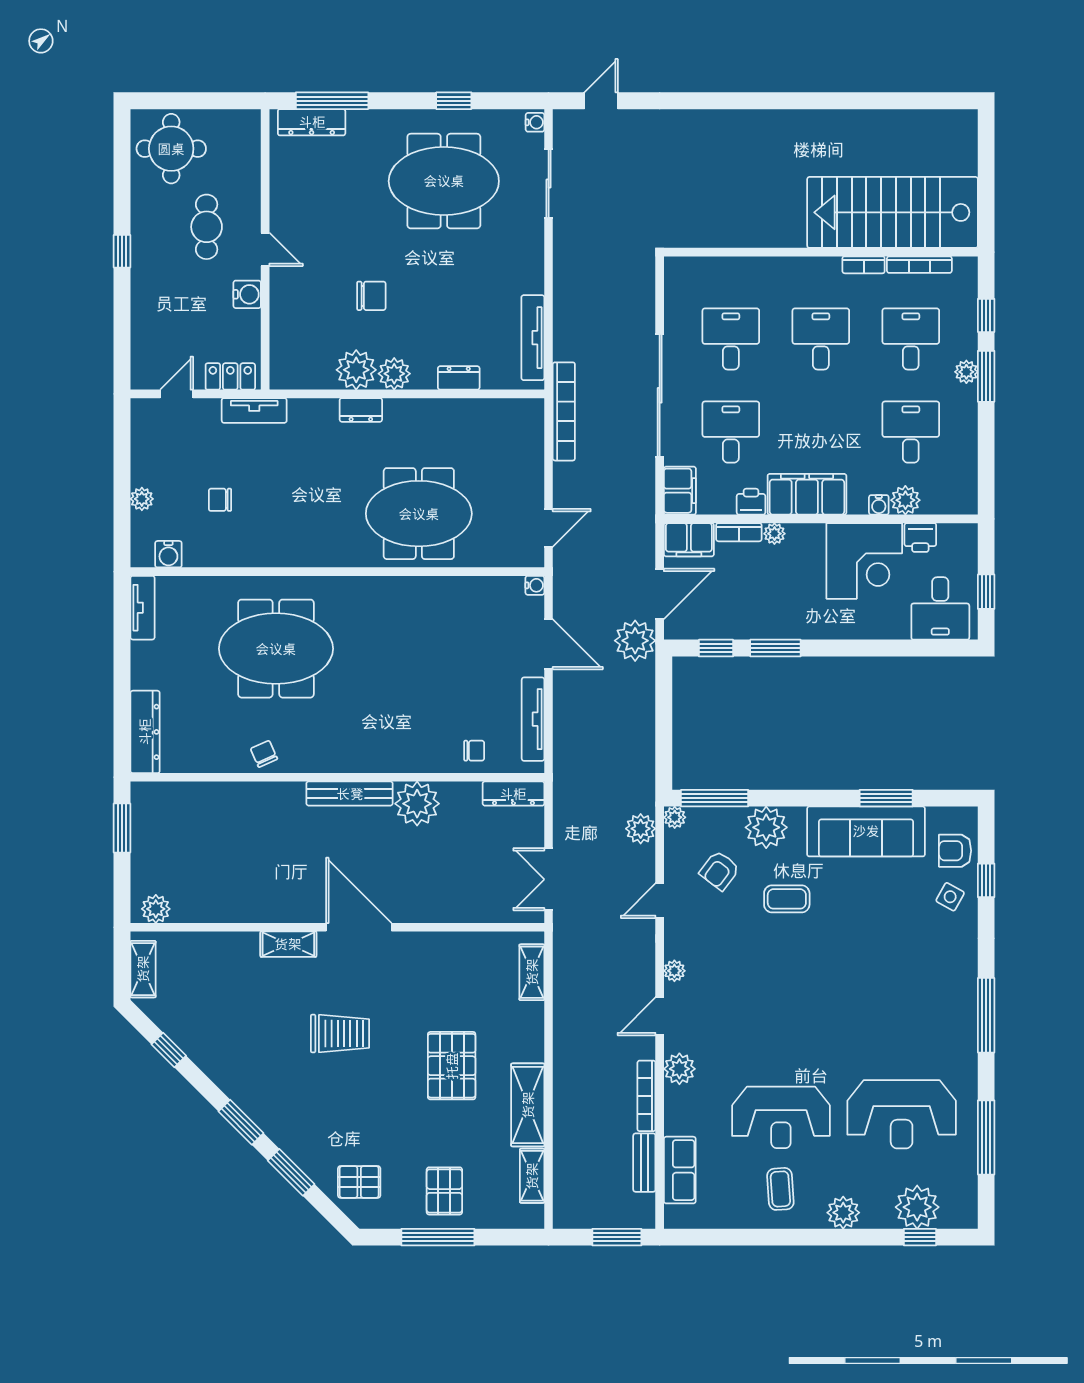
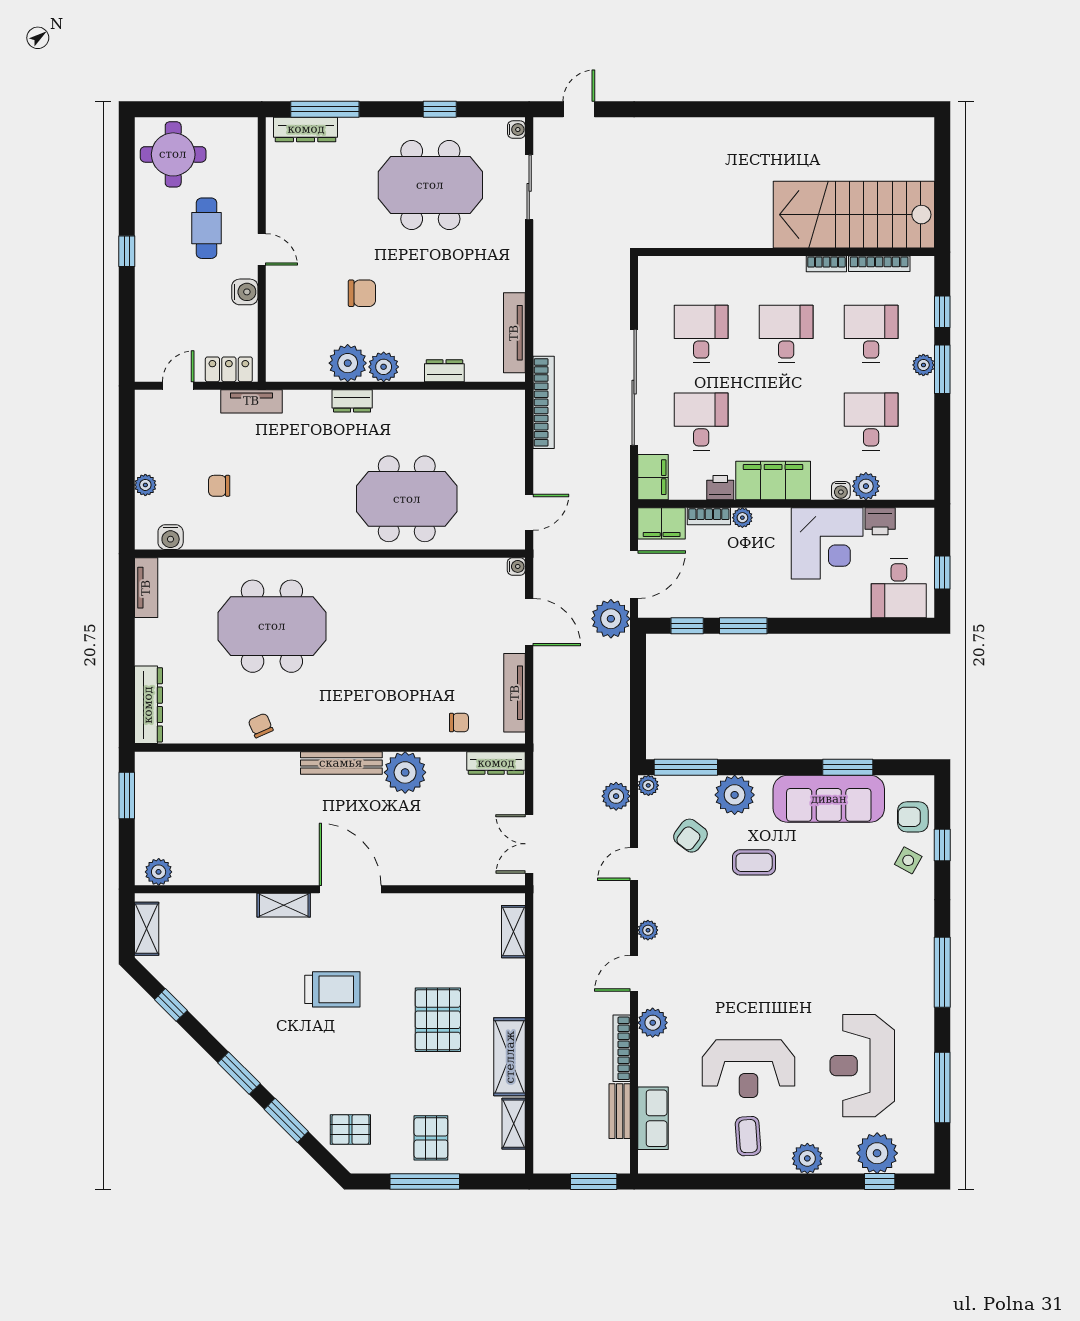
reception desk: (902, 1114) -> (862, 1066), turned 90

